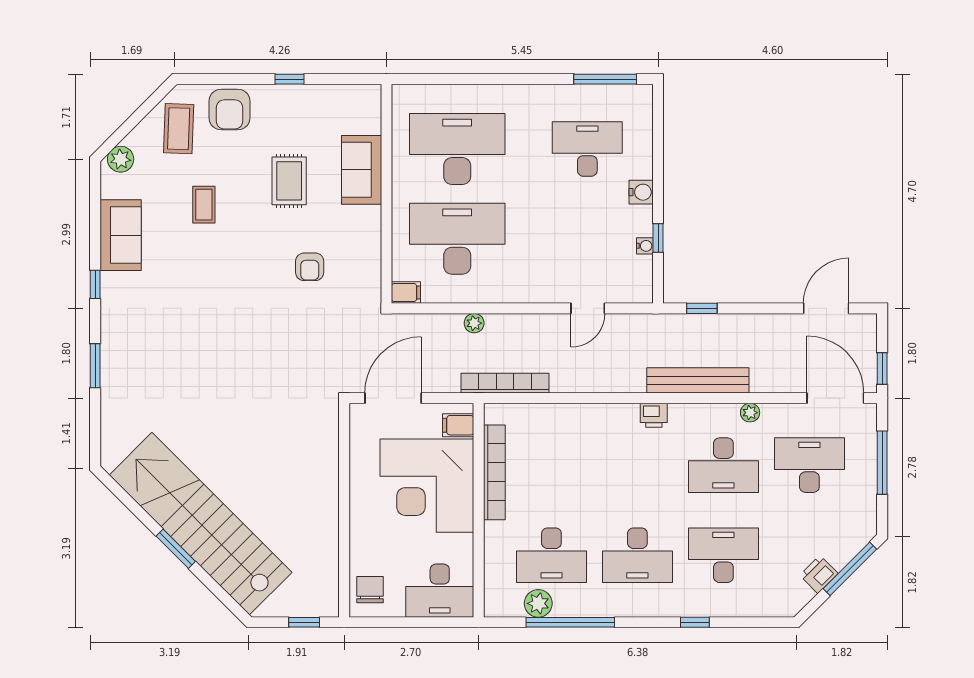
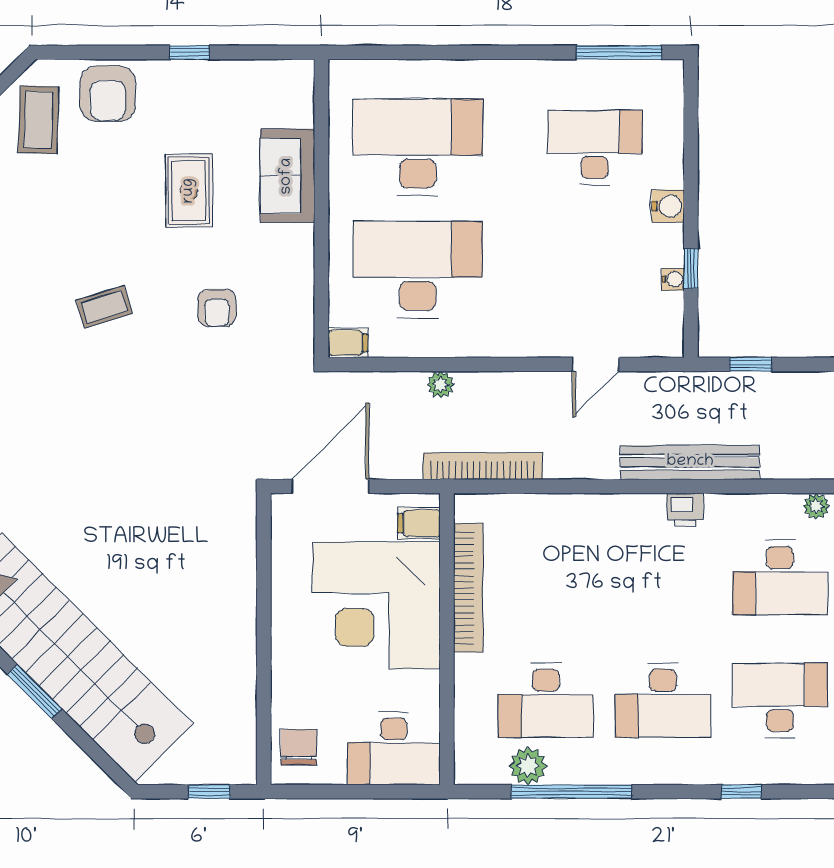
coffee table: (204, 205) -> (104, 307), moved, turned 73
bench: (698, 380) -> (690, 462), moved

